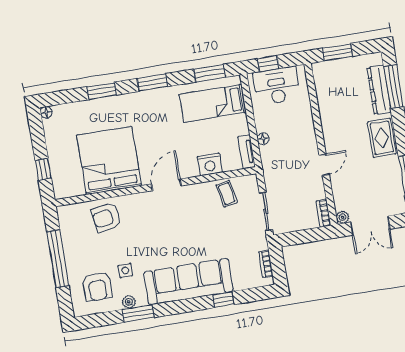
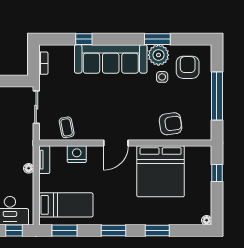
plant: (129, 302) -> (158, 55), width x1.88, depth x1.88

